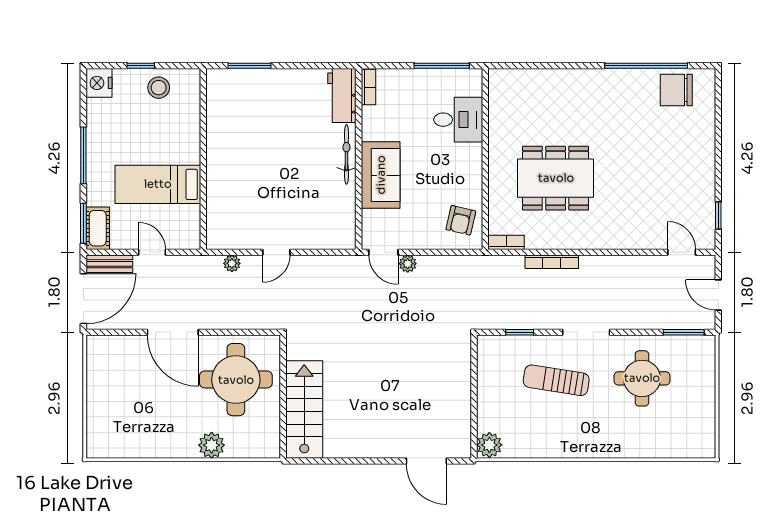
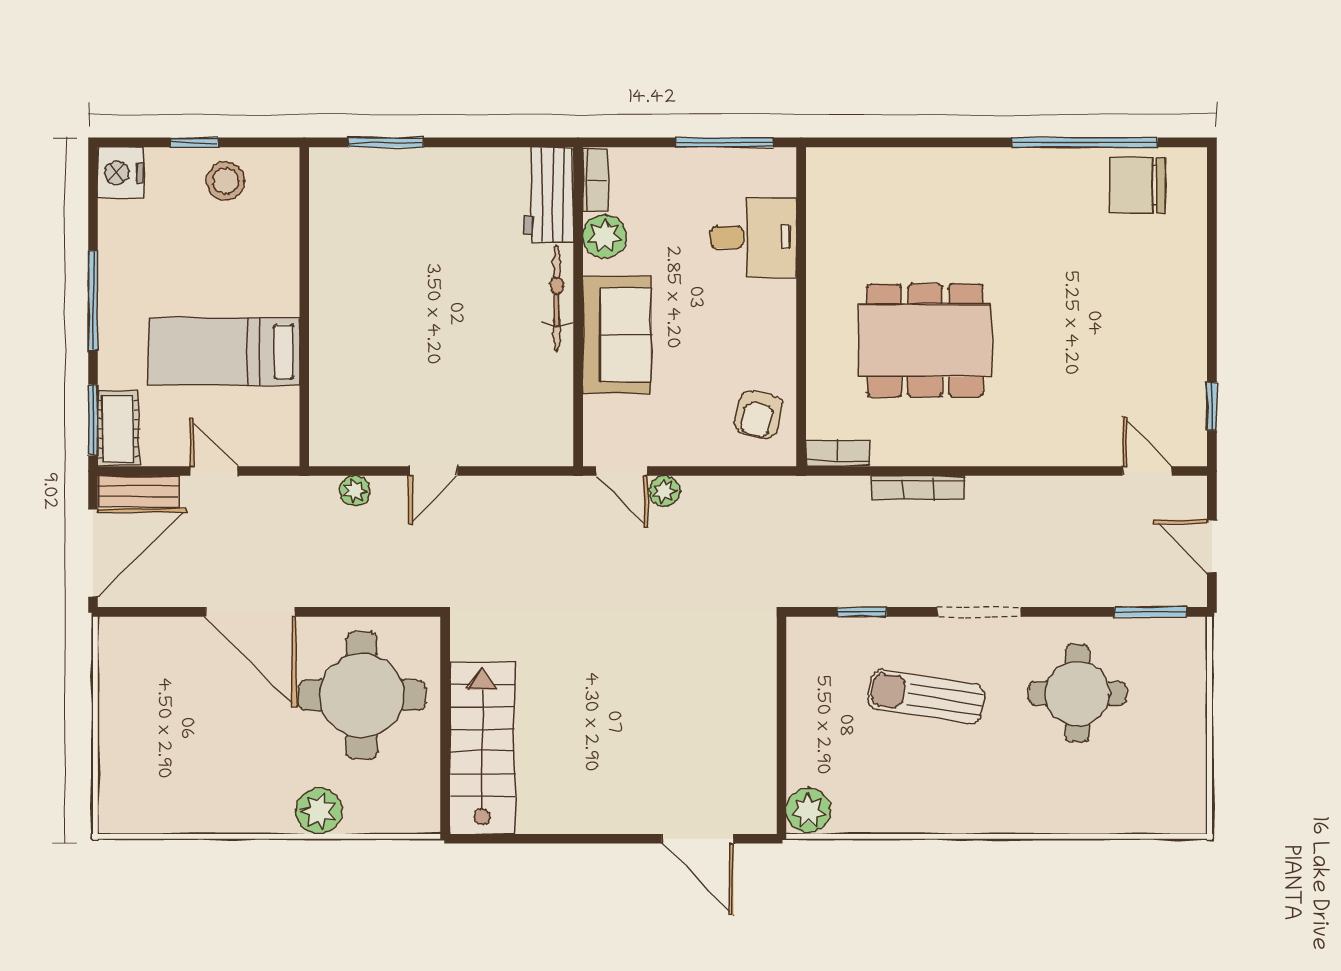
plant: (374, 119) -> (605, 236), added

